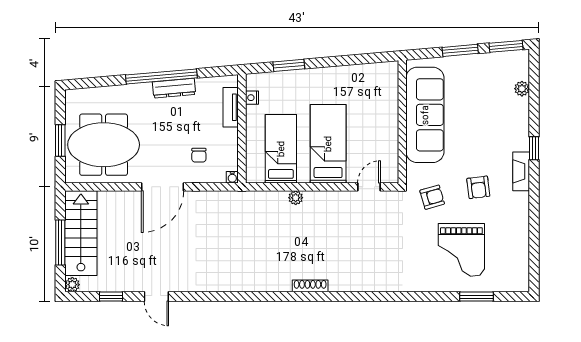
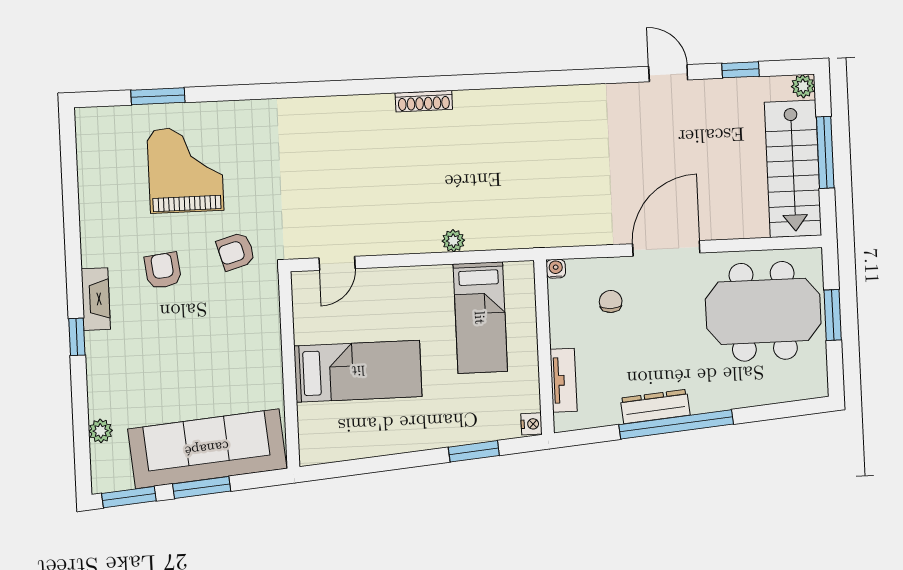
nightstand: (252, 98) -> (531, 424), moved
sofa: (425, 115) -> (207, 449), moved, turned 85
bed: (328, 144) -> (358, 371), moved, turned -90

